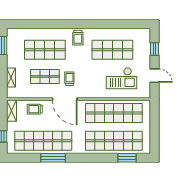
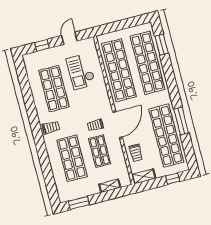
checkout: (122, 78) -> (81, 72), turned 180

